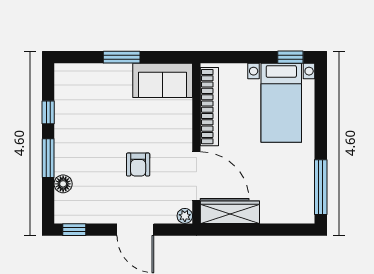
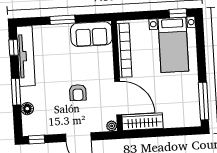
tv unit: (65, 107) -> (26, 56), added
window: (48, 112) -> (14, 47), moved

